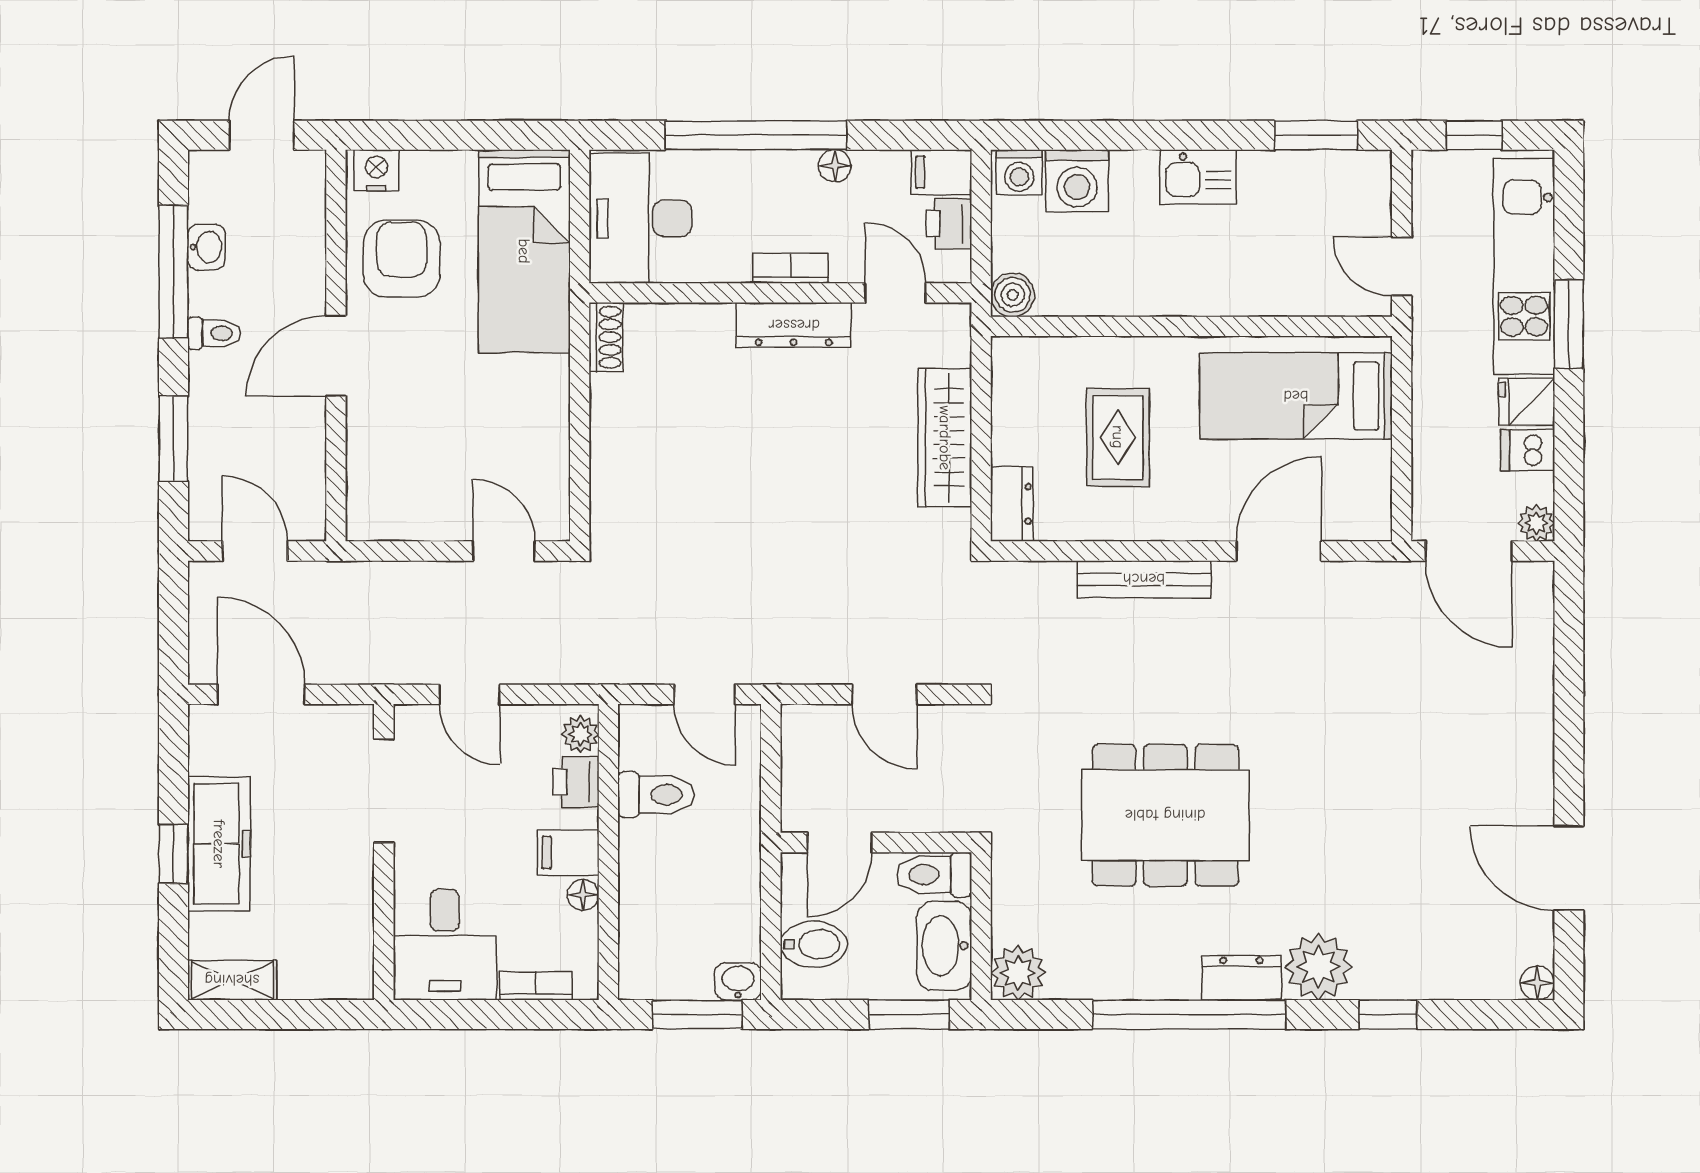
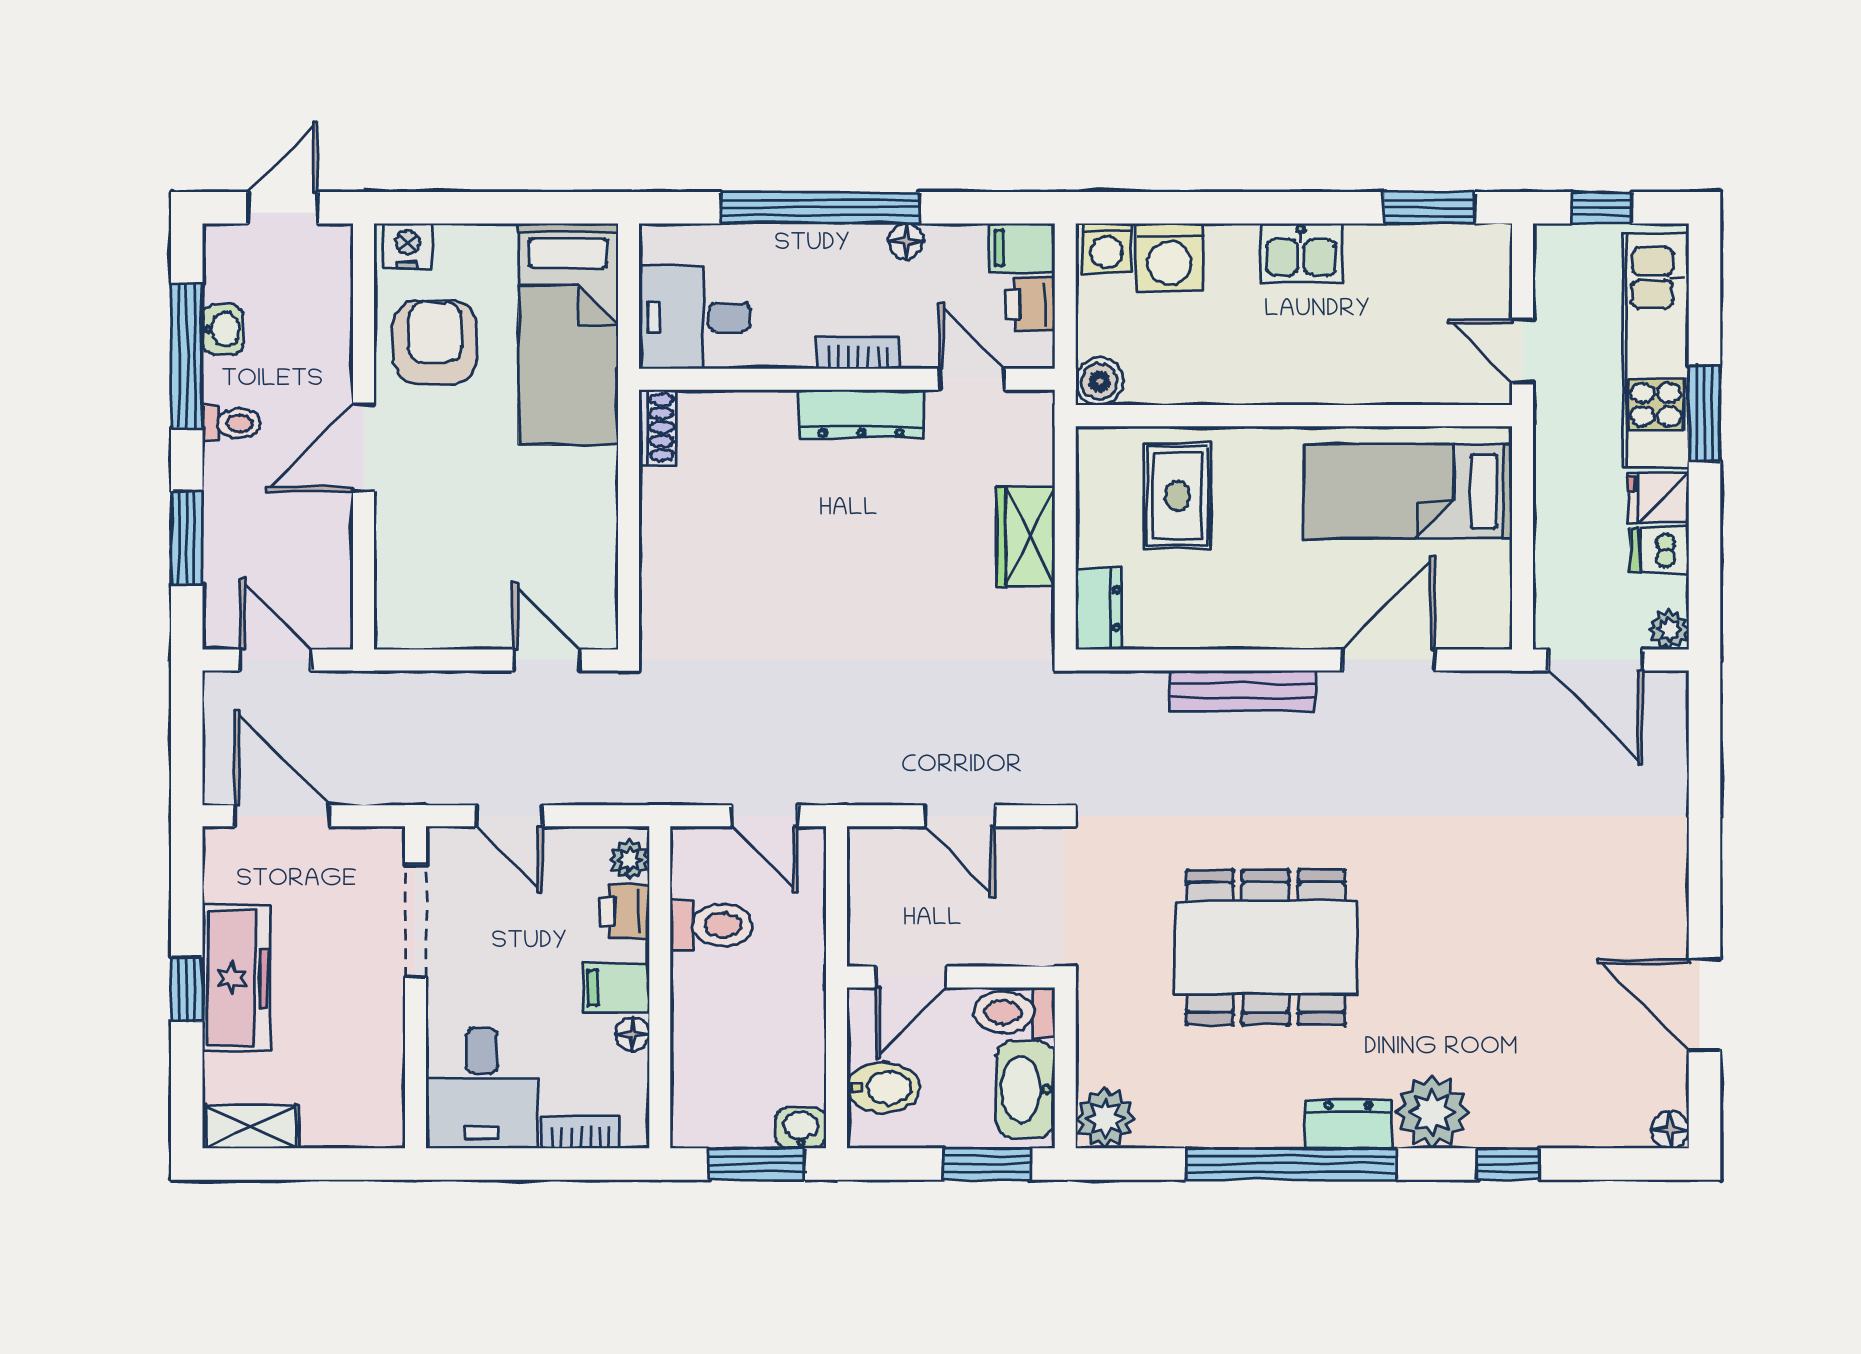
desk: (640, 218) -> (695, 317), width x0.73
rug: (1118, 437) -> (1177, 496), moved
wardrobe: (945, 438) -> (1026, 537), width x0.67

